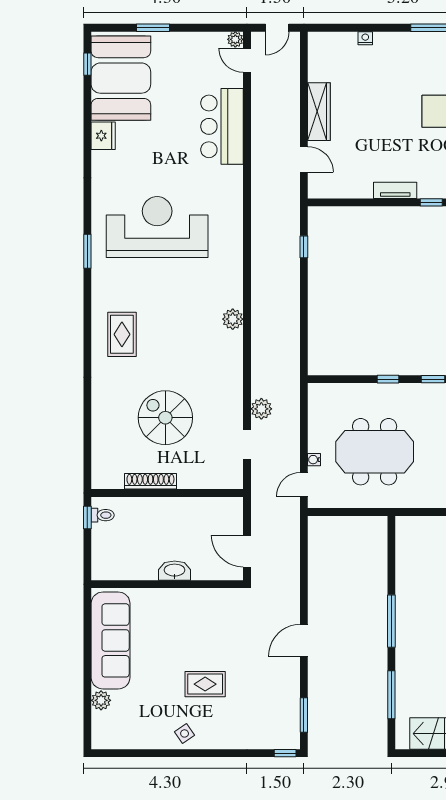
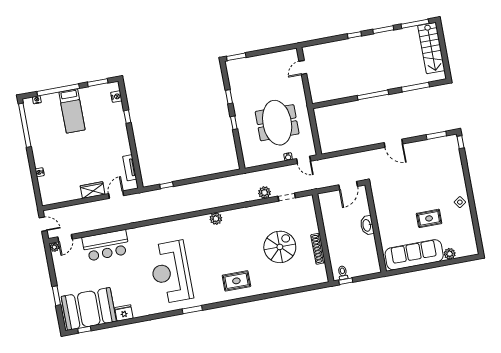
wardrobe: (319, 112) -> (93, 190), width x0.67
tv unit: (395, 190) -> (130, 168), moved
spiral stairs: (165, 418) -> (280, 247), turned 180
rug: (205, 684) -> (429, 218), moved, turned 90

